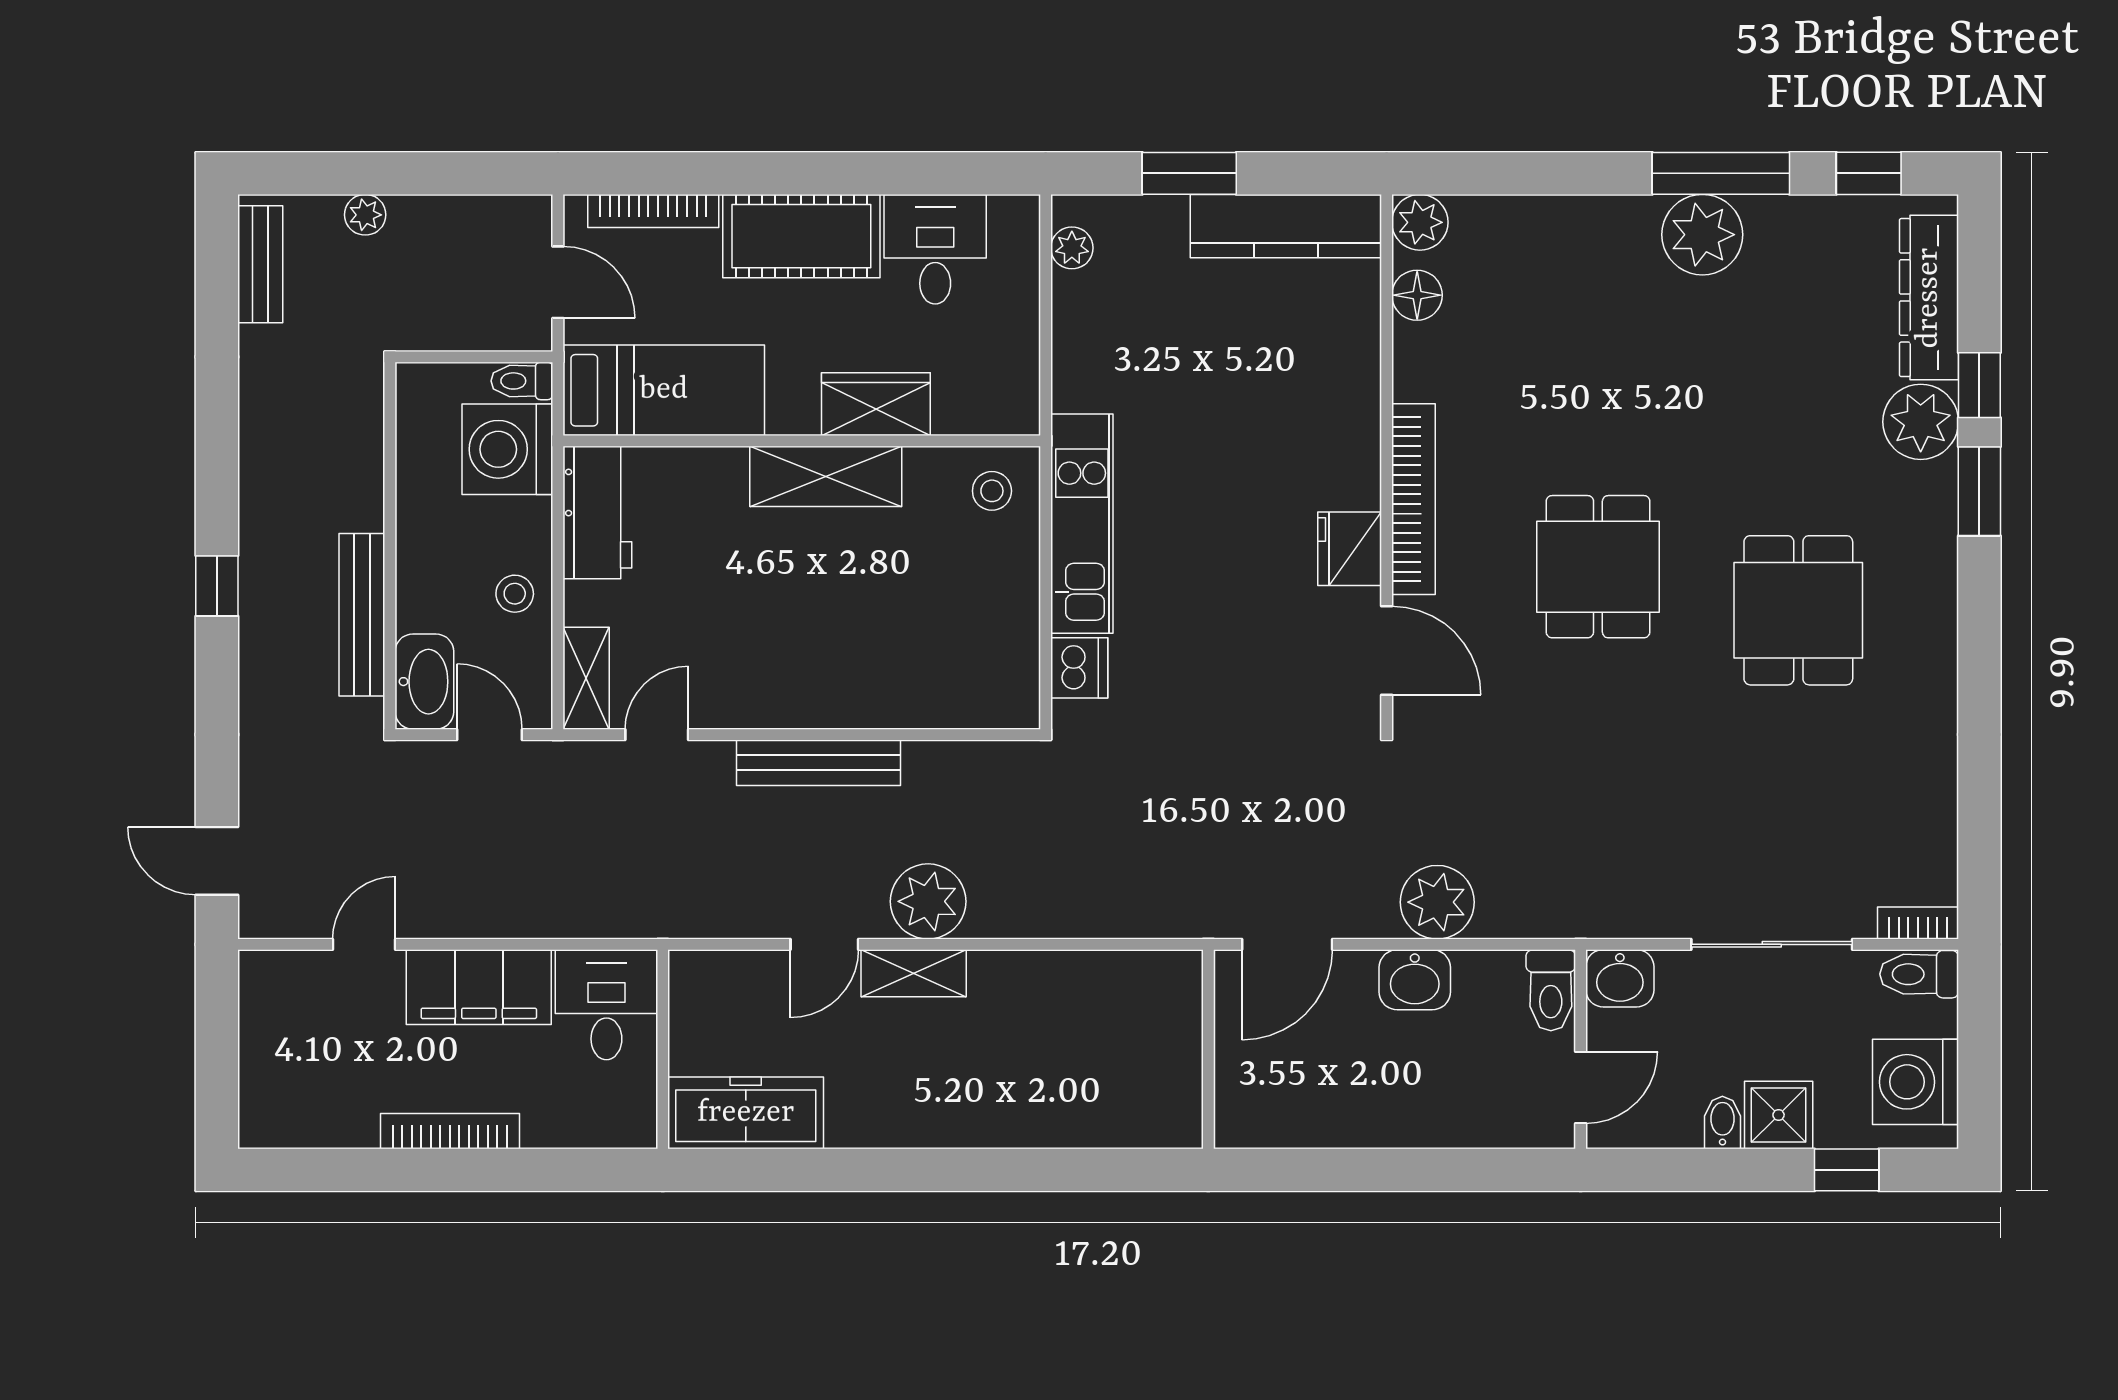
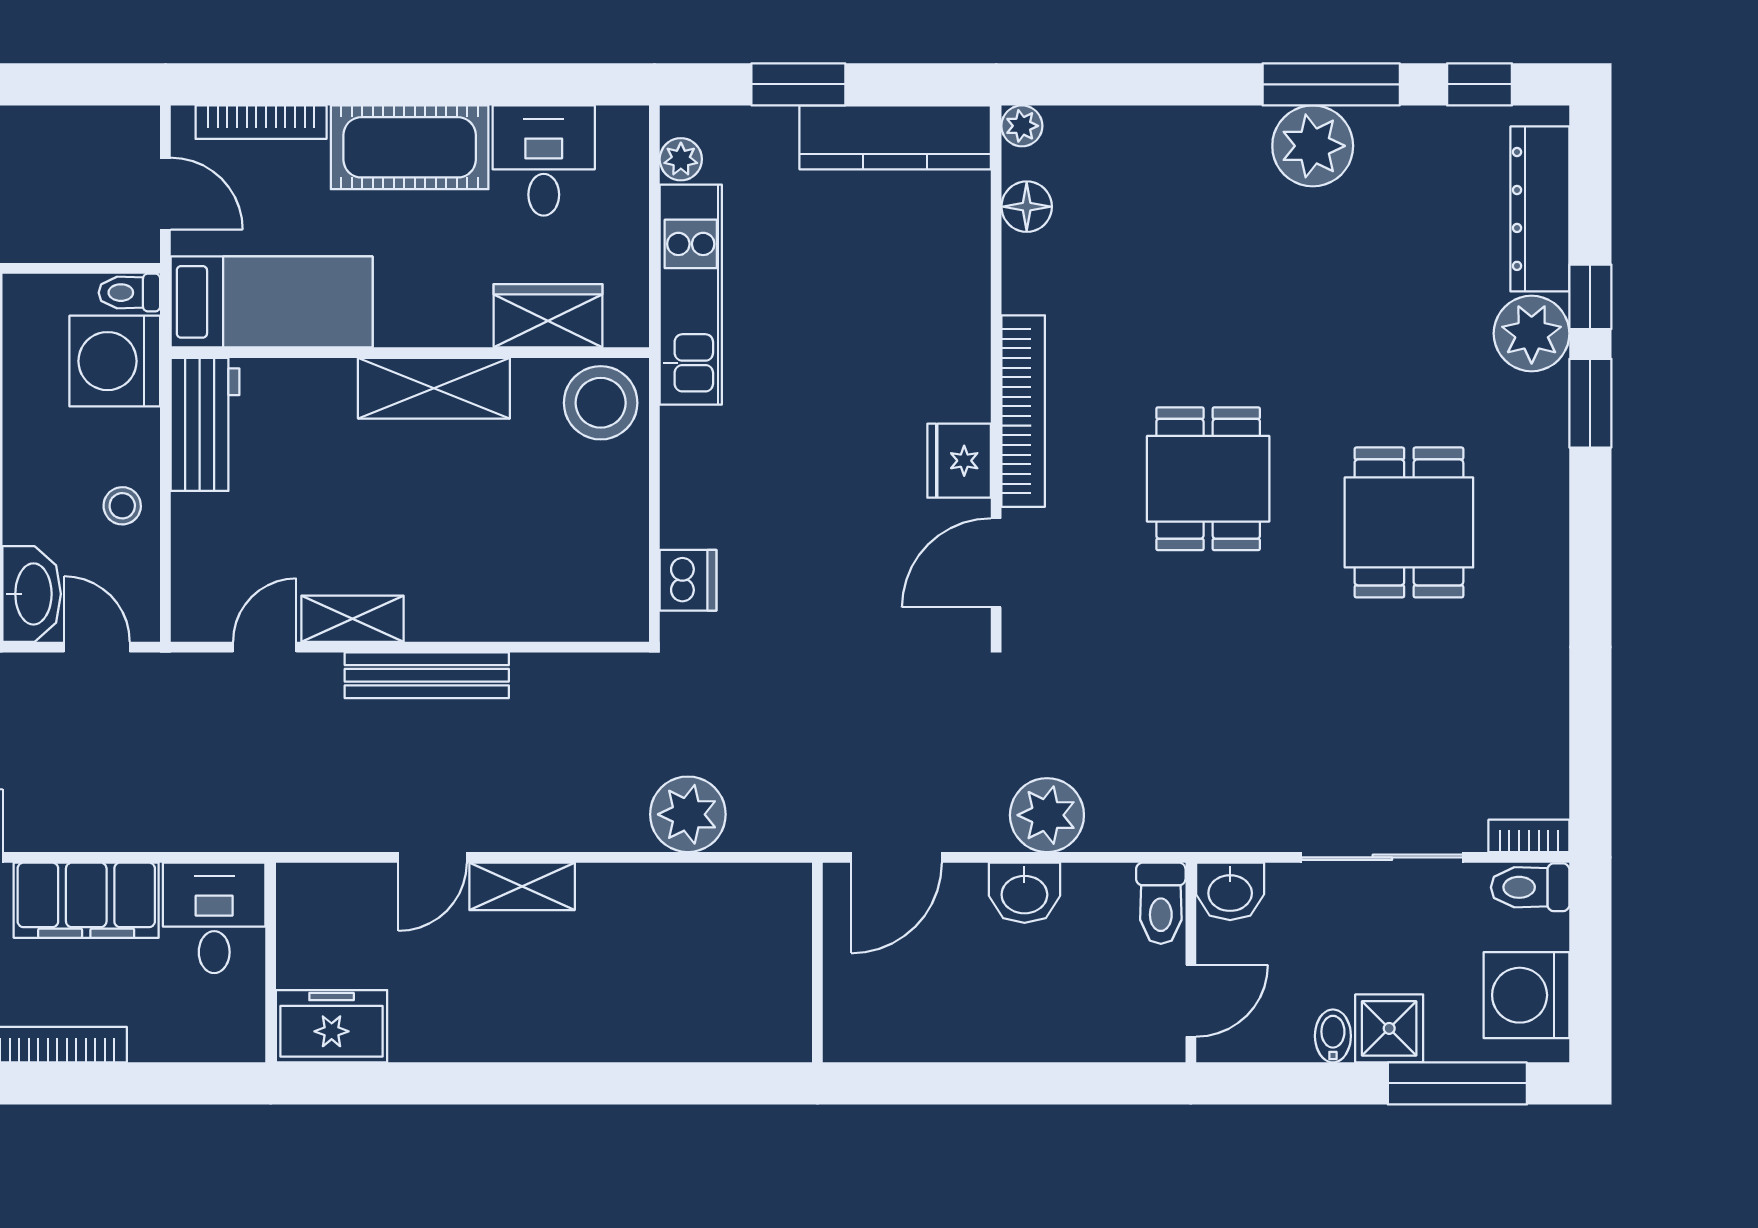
plant: (1420, 222) -> (1022, 126), width x0.73, depth x0.73
wardrobe: (876, 404) -> (548, 316), moved
stool: (992, 491) -> (601, 403), width x1.89, depth x1.89
kitchen unit: (1082, 524) -> (691, 295), moved
door: (1387, 651) -> (996, 563), swing flipped
shelving: (586, 678) -> (353, 619), moved, turned 90
plant: (928, 901) -> (688, 814), moved
freezer: (746, 1113) -> (332, 1026), width x0.71
window: (1847, 1170) -> (1457, 1083), width x2.17

